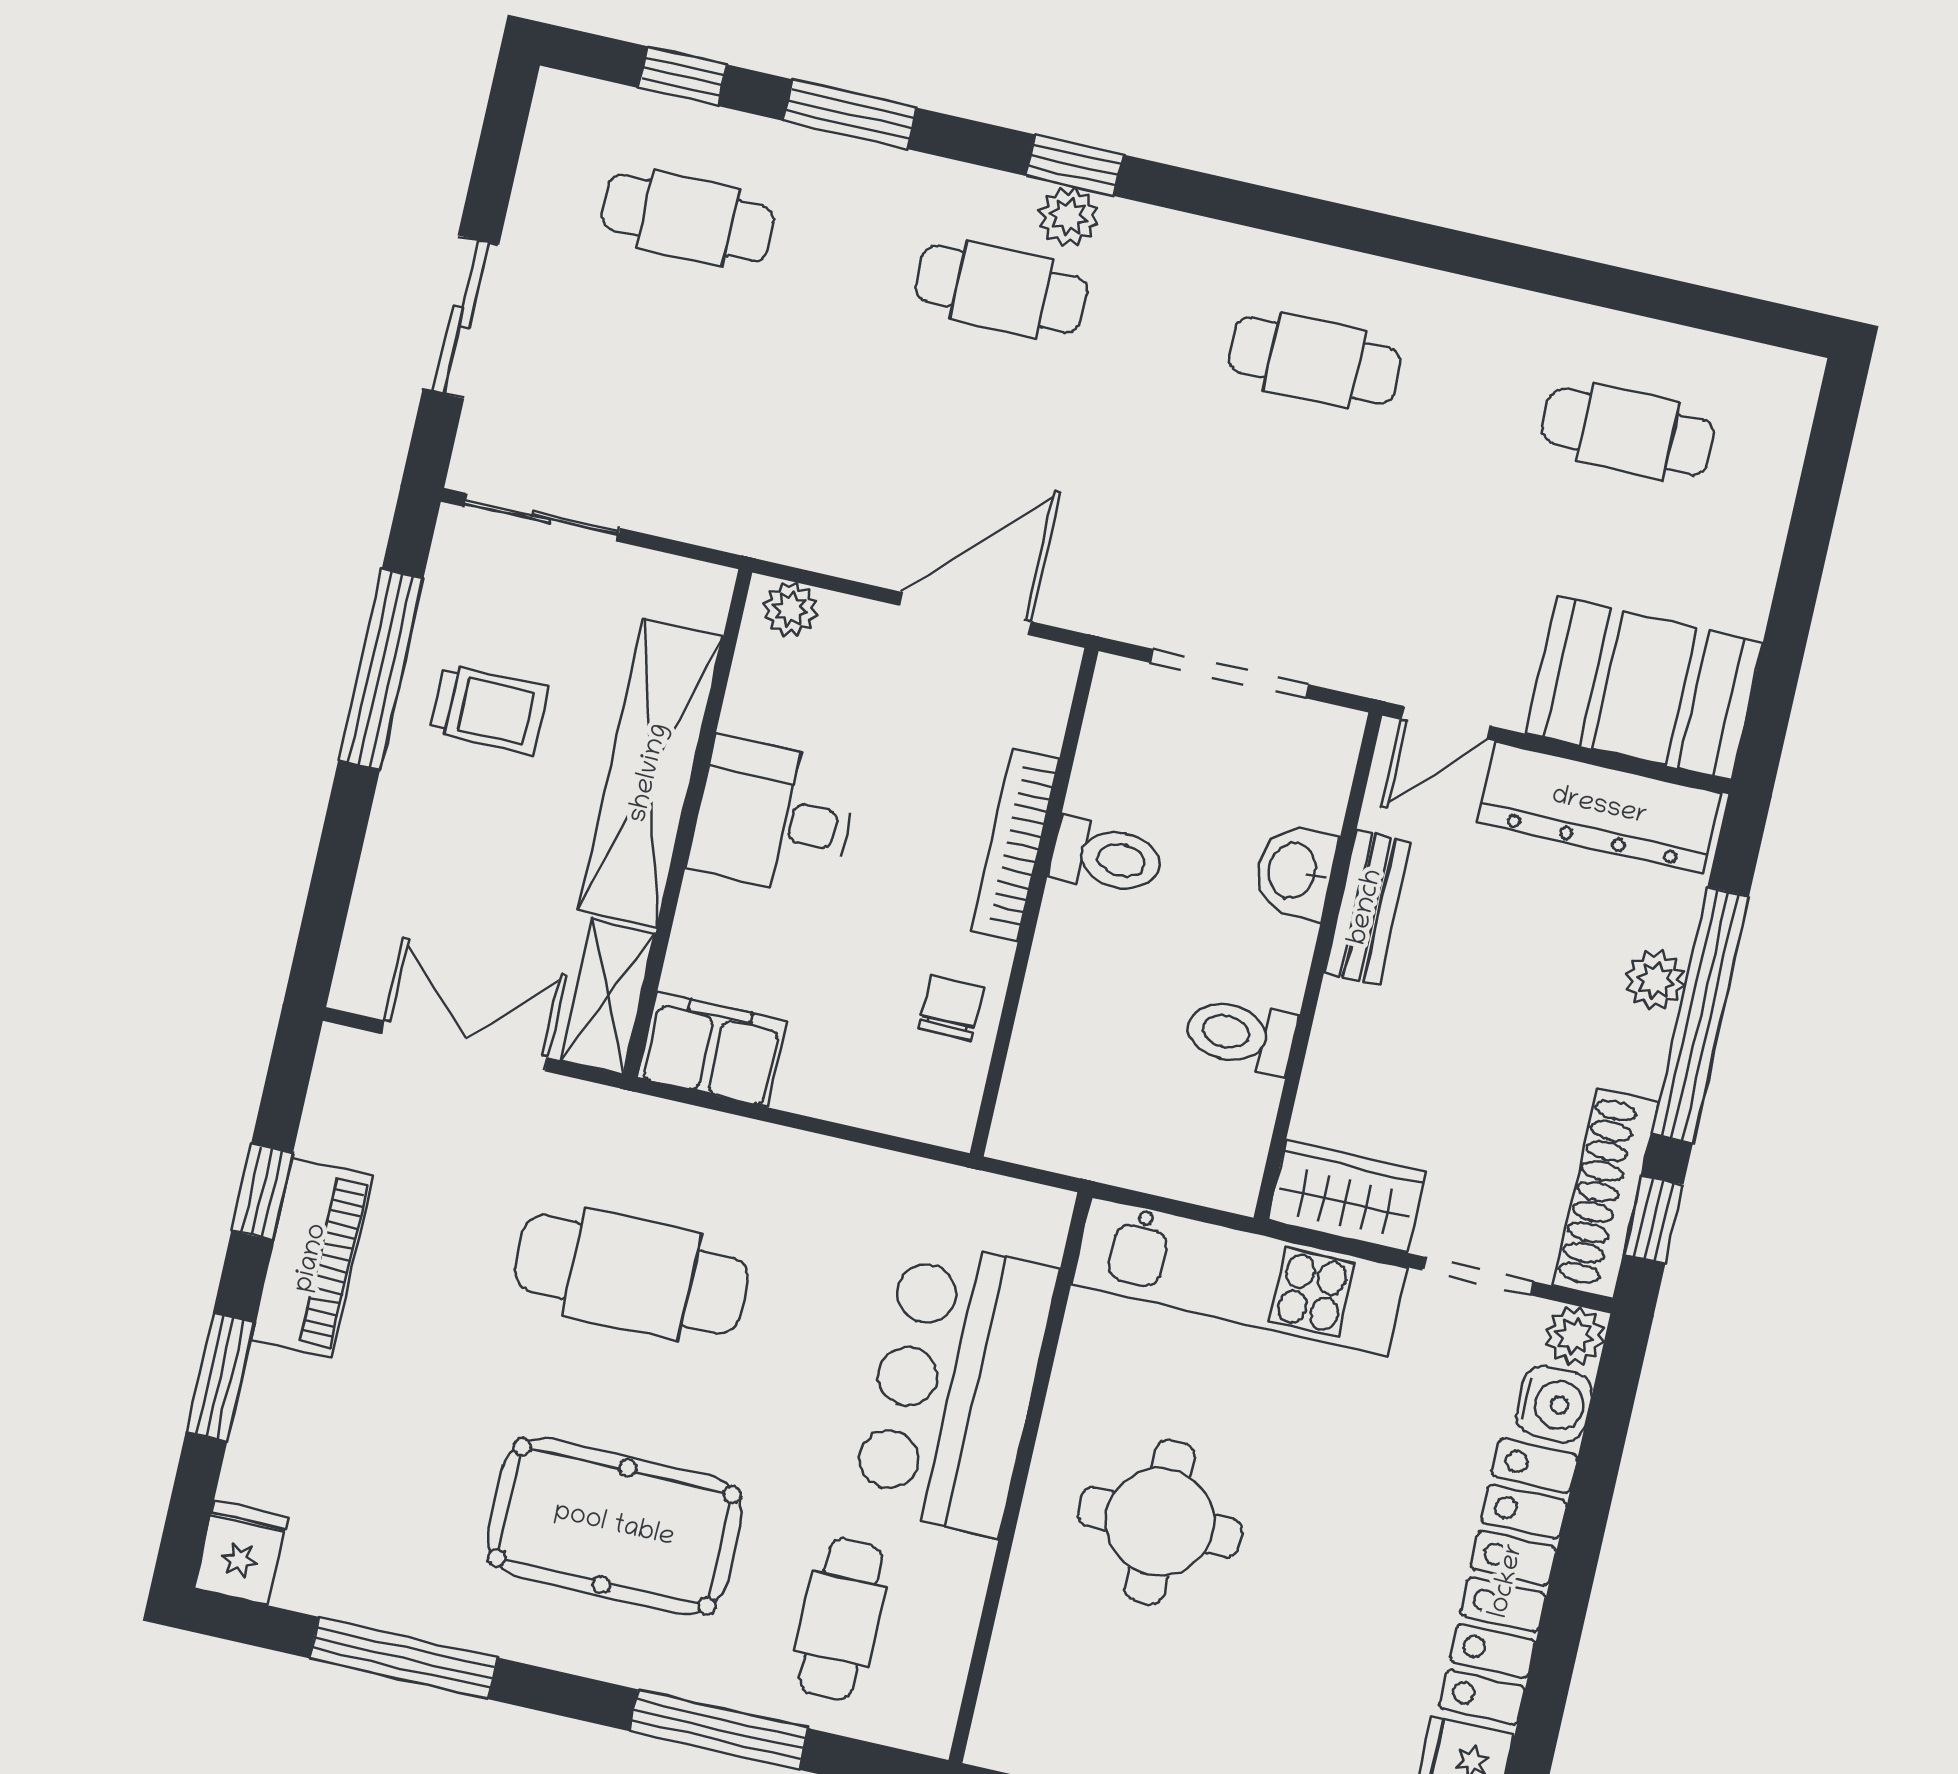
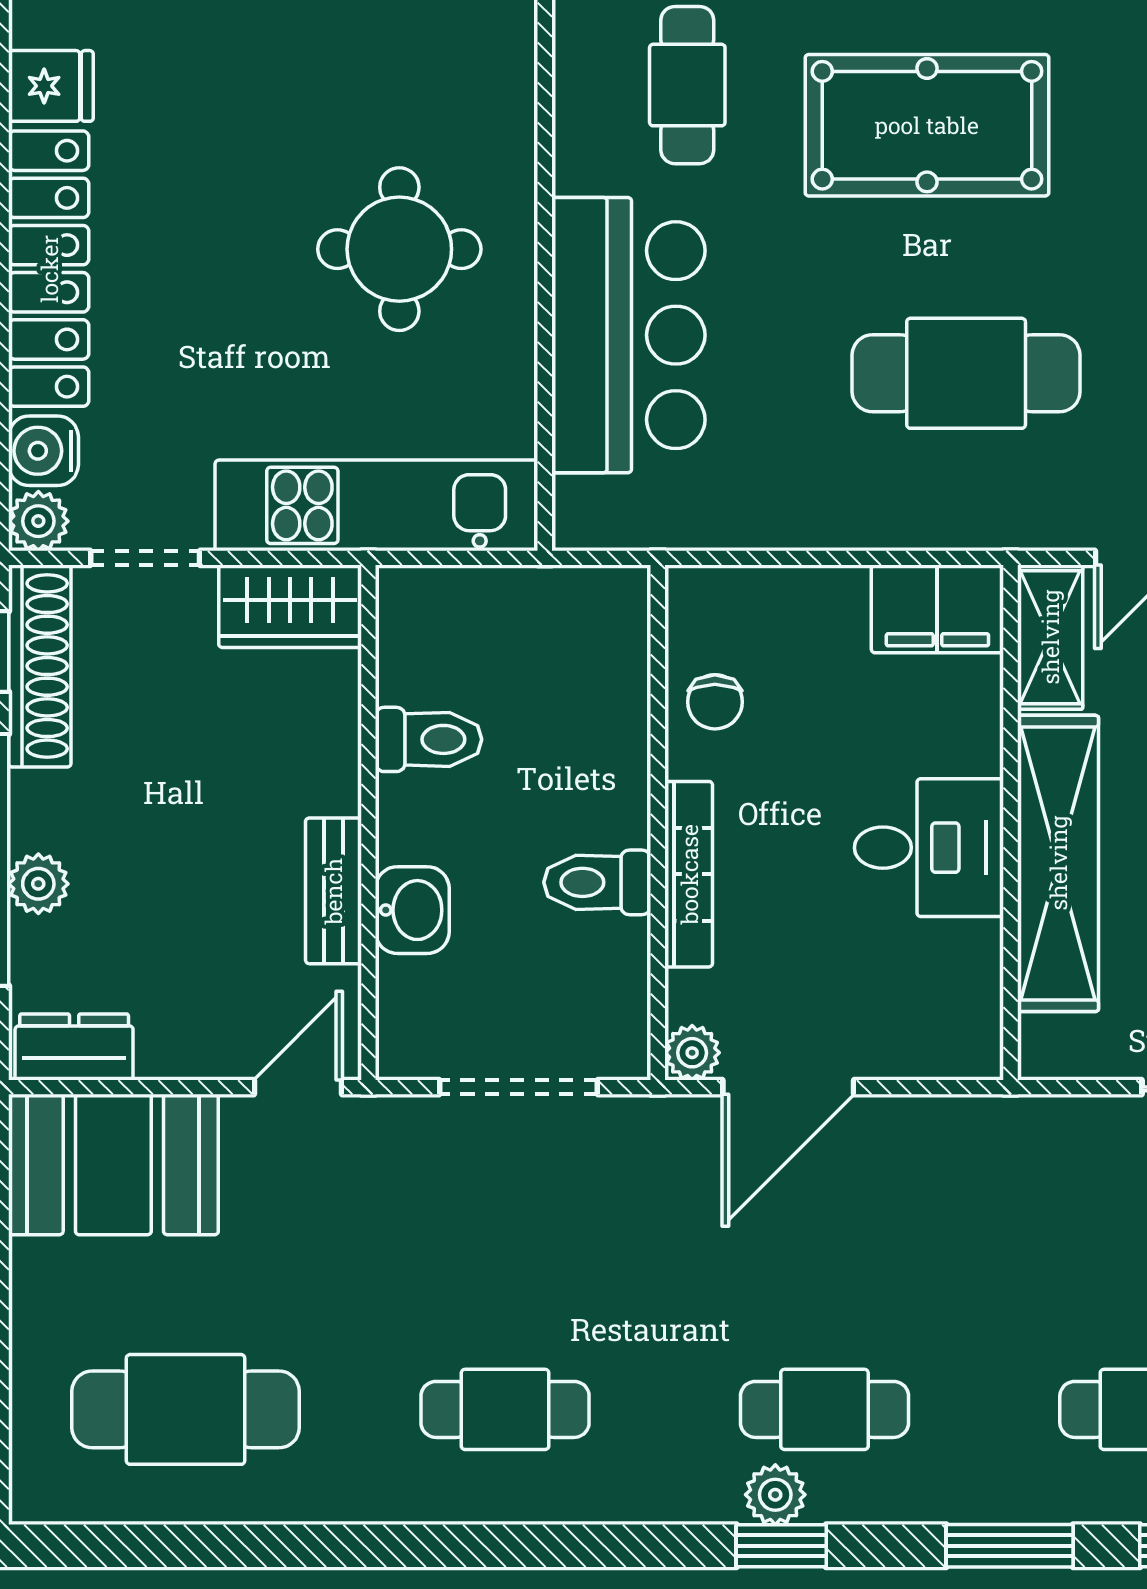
cafe table: (1628, 432) -> (186, 1409), width x1.37, depth x1.35
plant: (790, 609) -> (692, 1053), moved
dresser: (1599, 807) -> (74, 1047), width x0.51, depth x0.80

